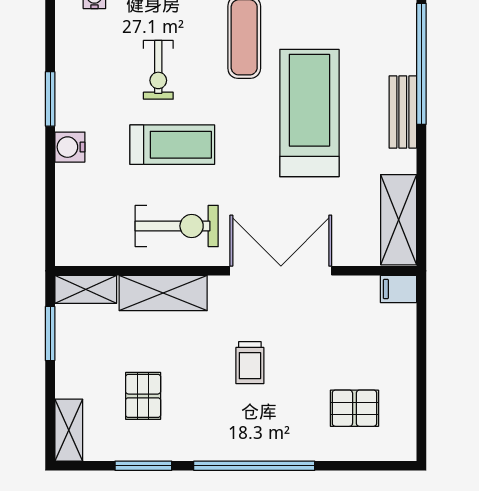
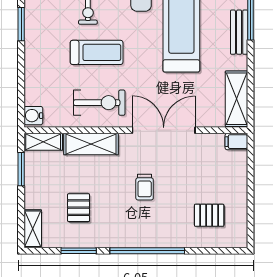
water cooler: (70, 147) -> (33, 116), moved

